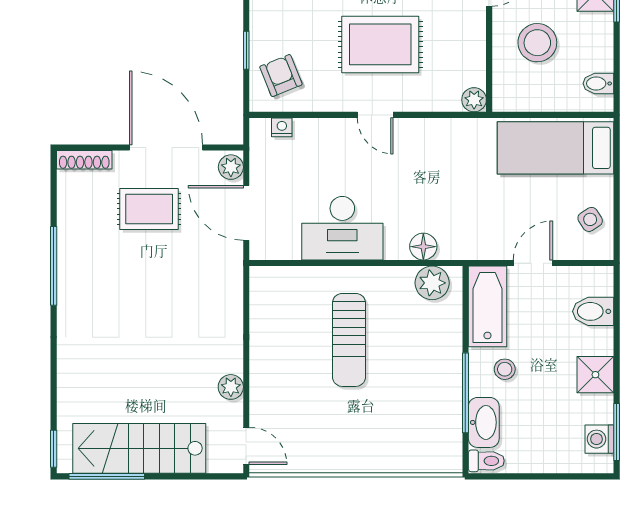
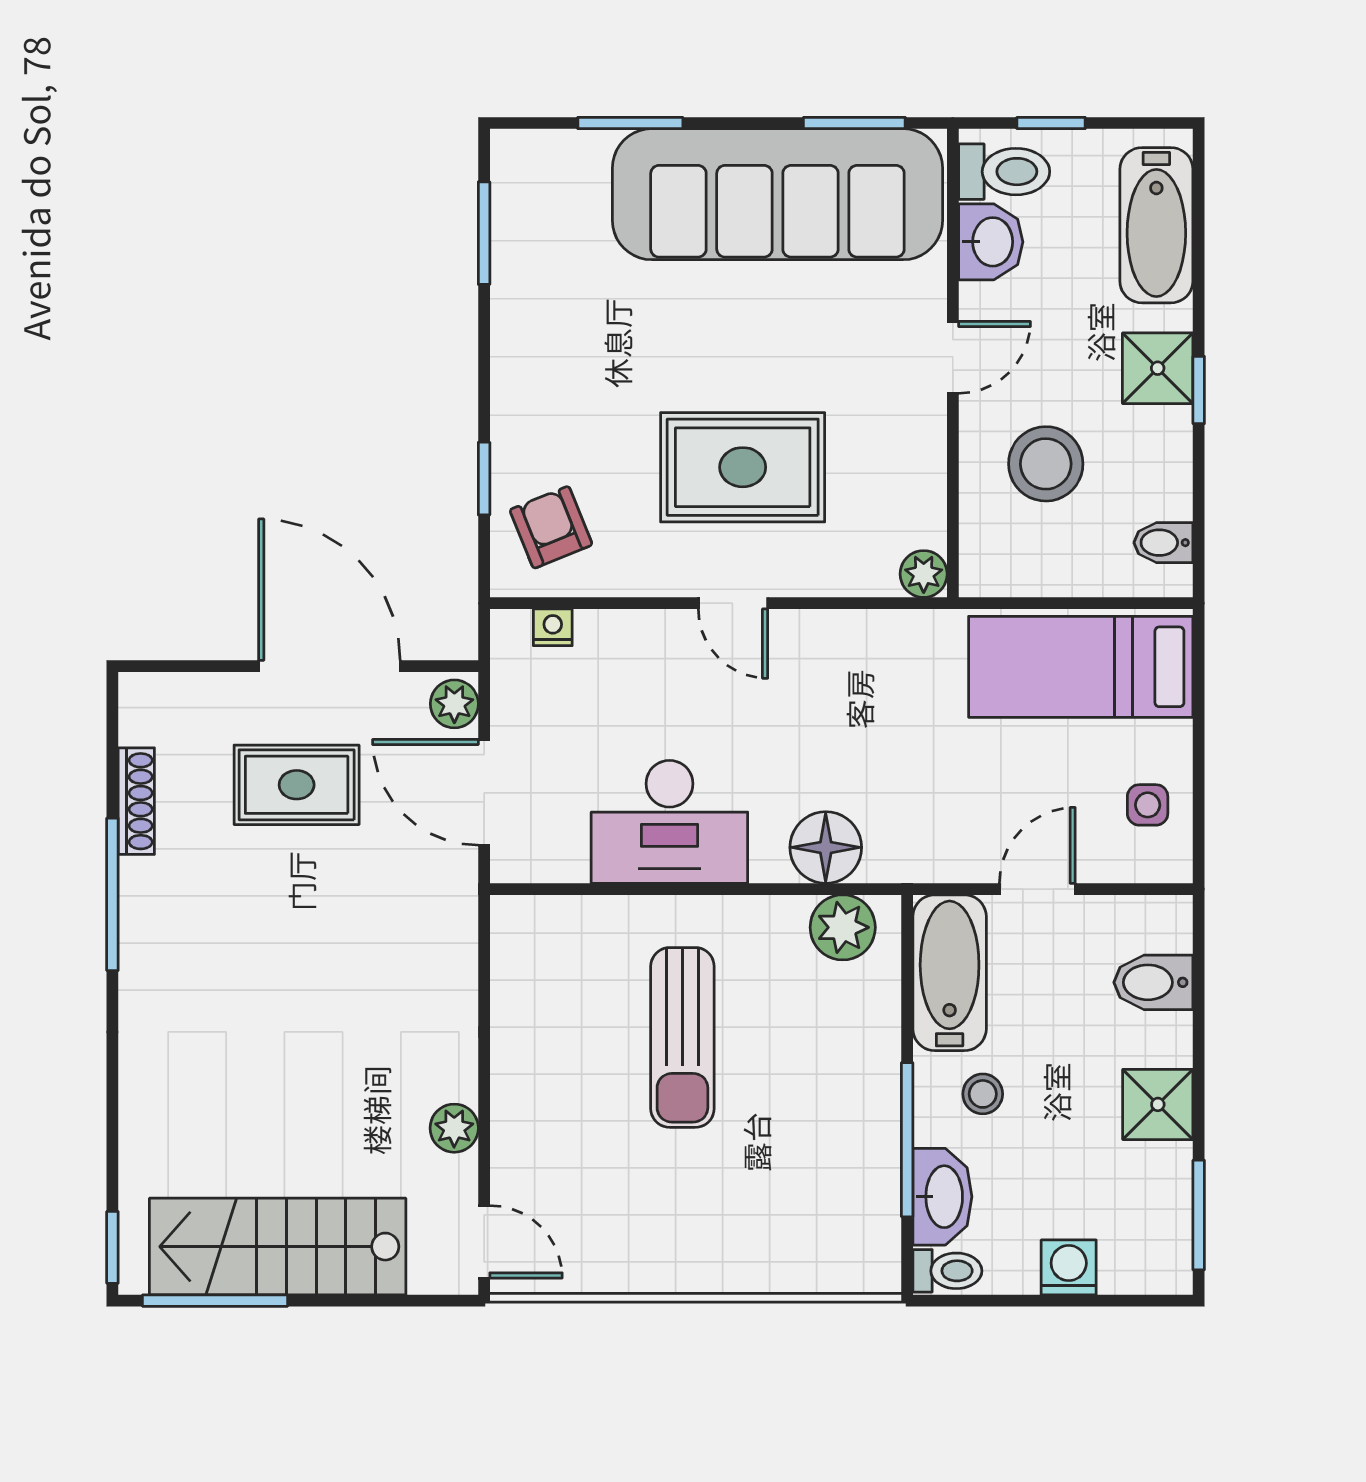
shoe rack: (84, 160) -> (136, 801), moved, turned -90
side table: (590, 219) -> (1148, 805), turned 33
floor lamp: (423, 247) -> (826, 847), width x1.38, depth x1.38
washing machine: (599, 439) -> (1069, 1267), moved, turned 90

